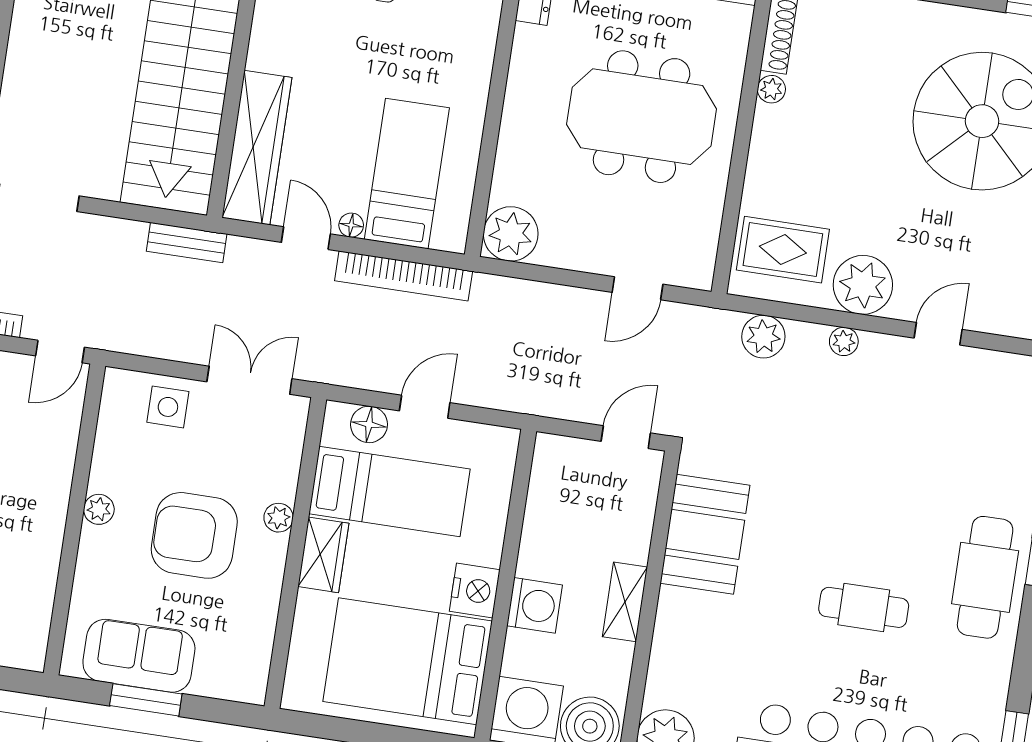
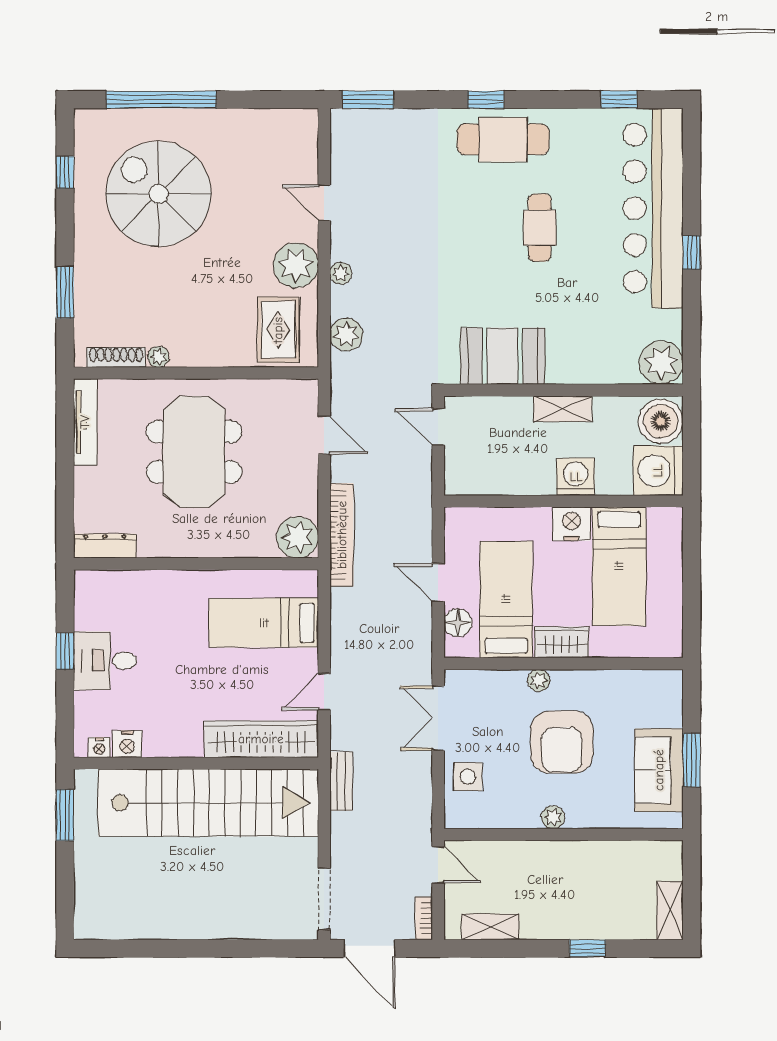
floor lamp: (351, 225) -> (309, 659), removed
bookcase: (404, 276) -> (342, 535), moved
bed: (408, 661) -> (619, 566), width x0.67

